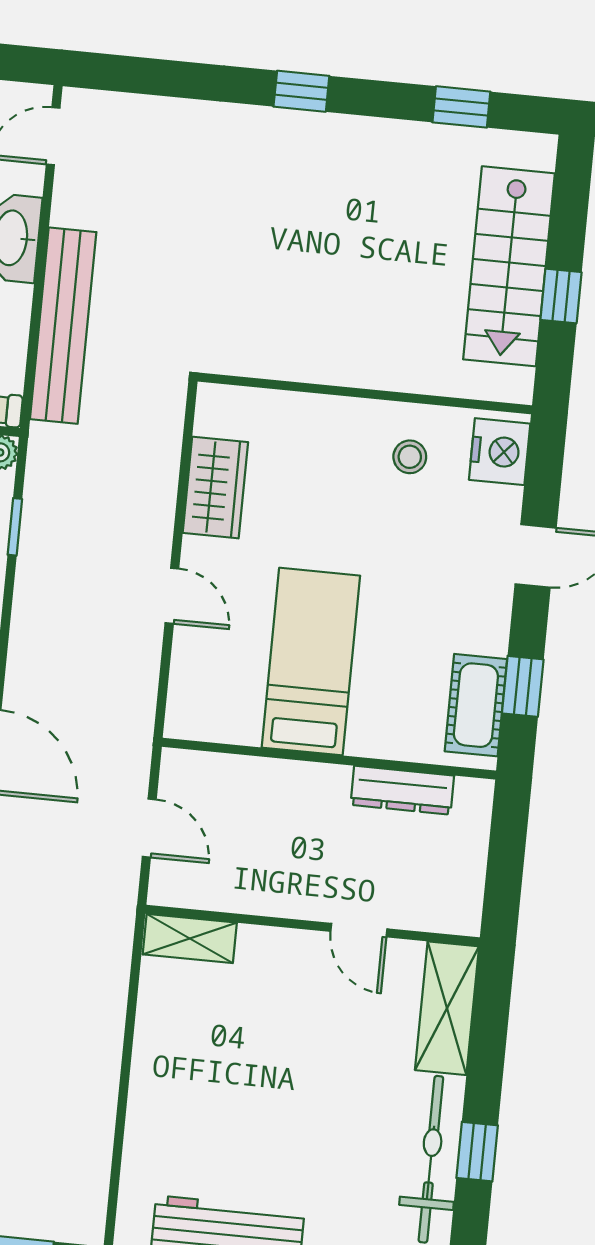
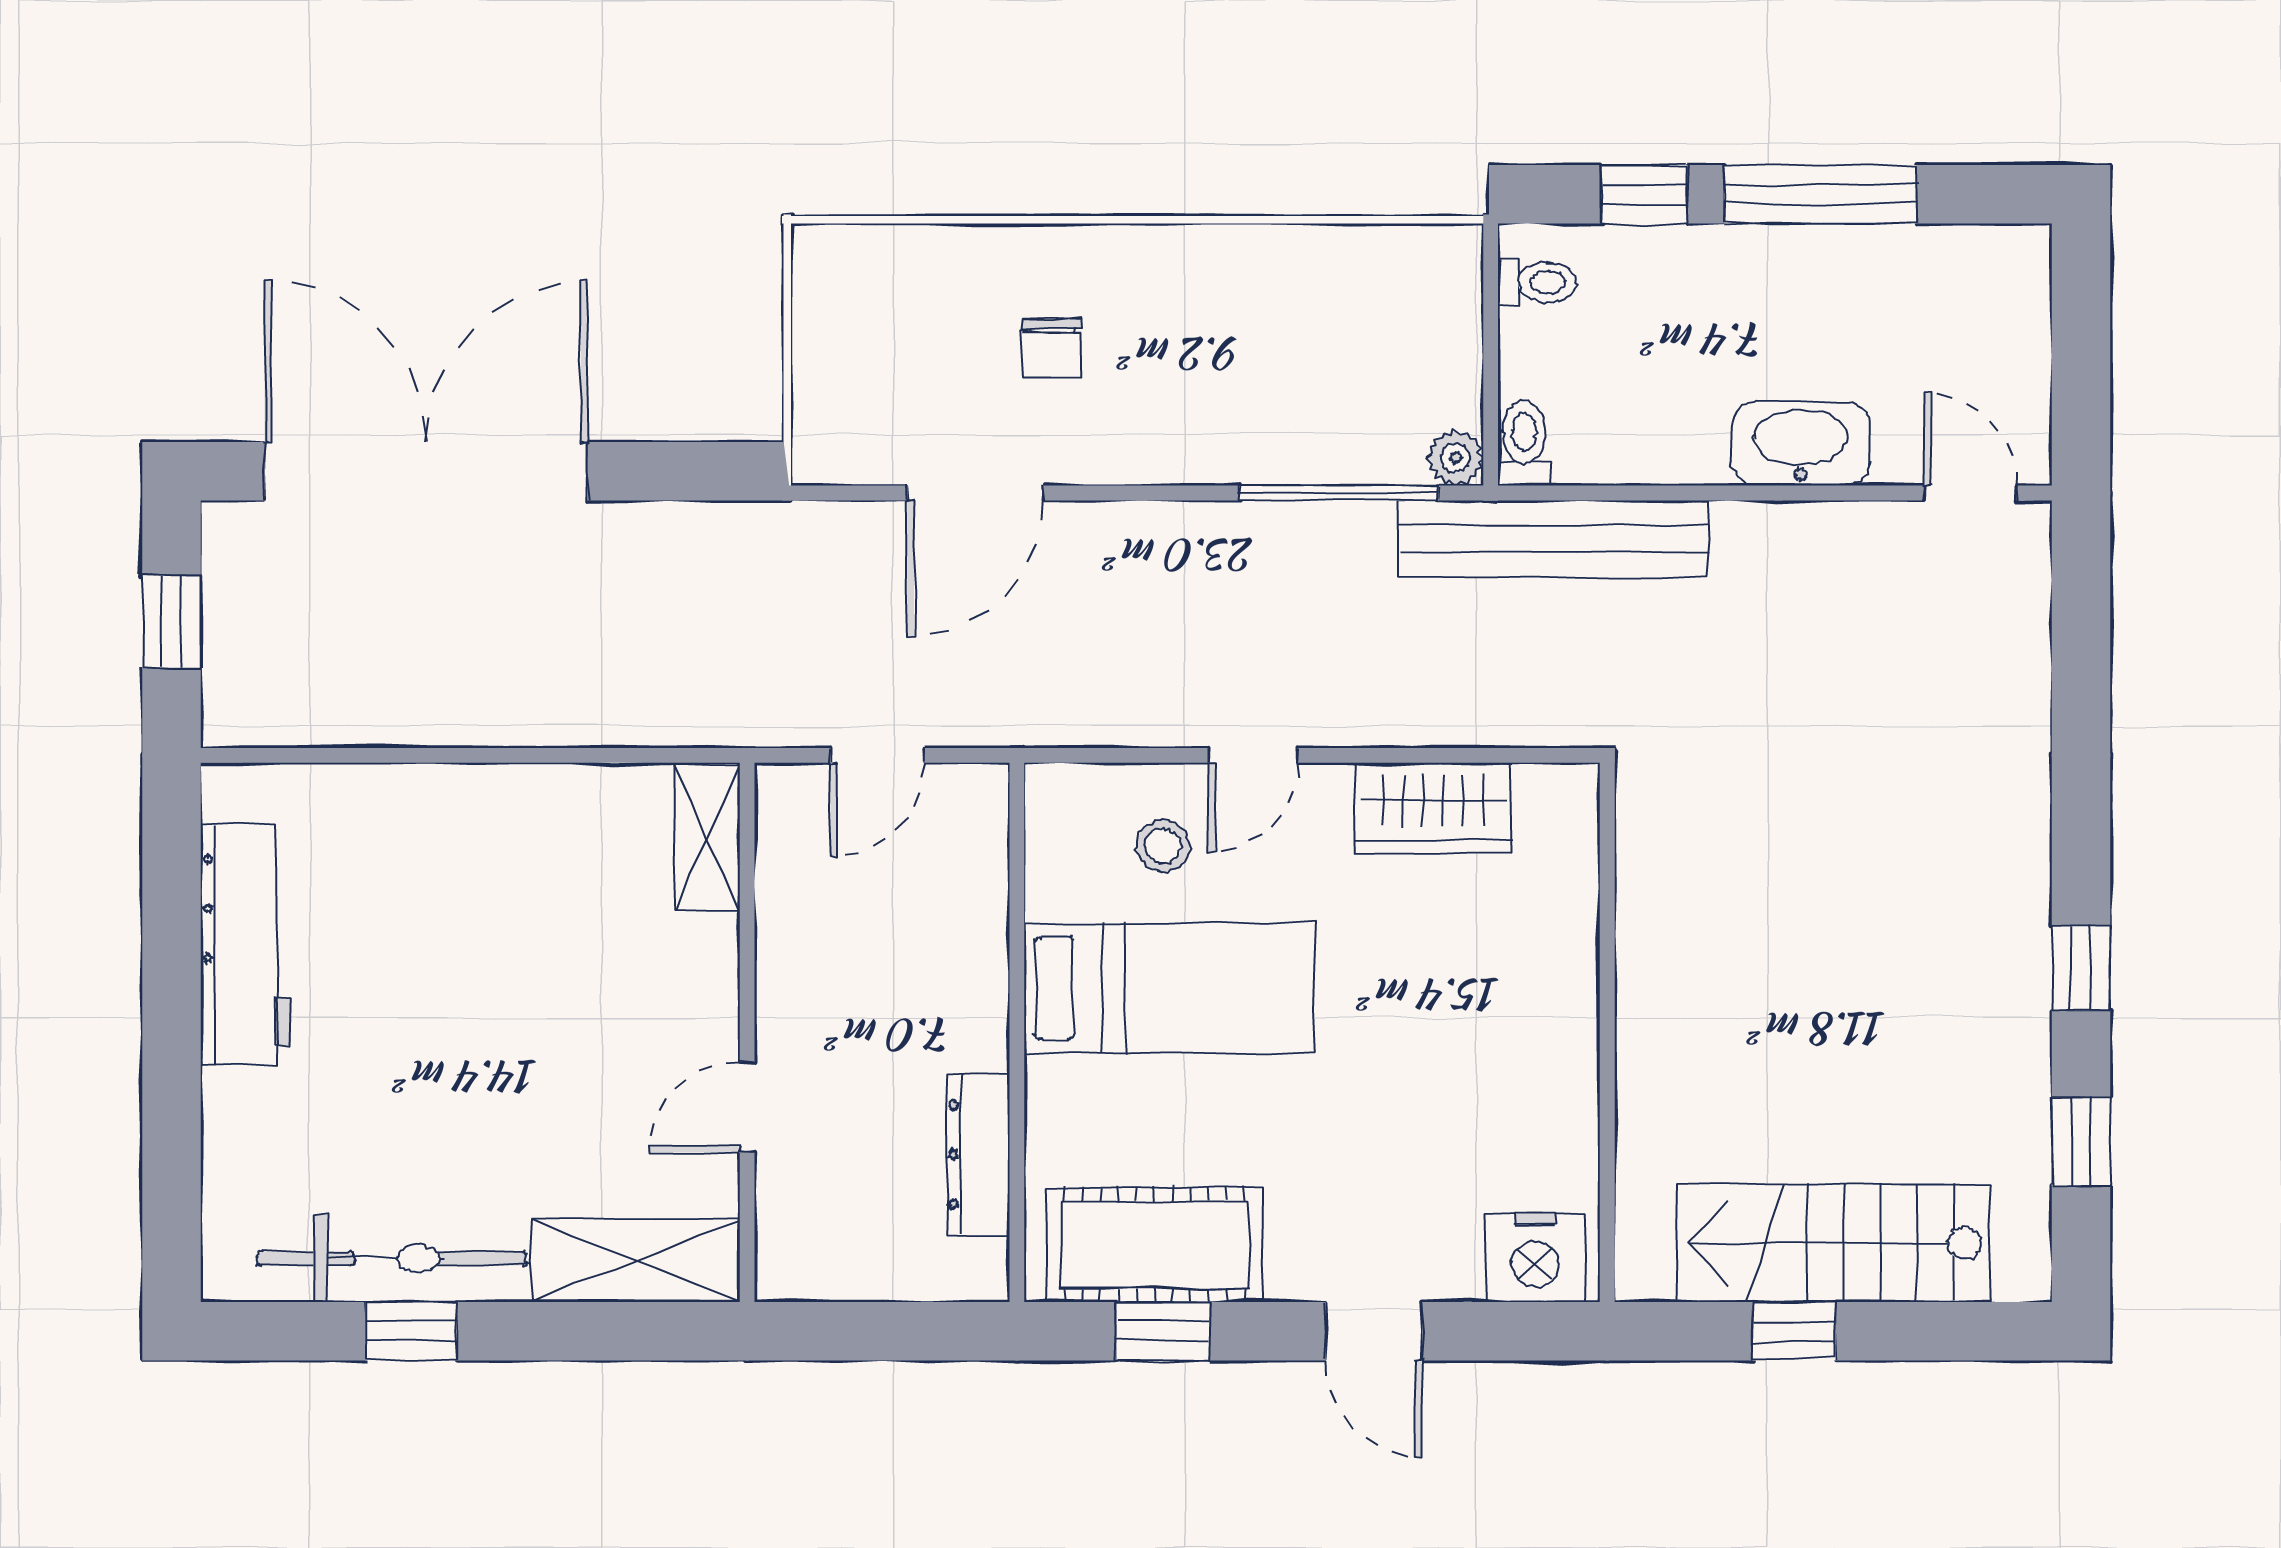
window: (301, 91) -> (2081, 968), moved
bench: (63, 326) -> (1553, 539), moved
stool: (410, 457) -> (1163, 846), moved
window: (15, 527) -> (1339, 493), width x2.17
cot: (476, 705) -> (1155, 1245), width x1.37, depth x1.34

